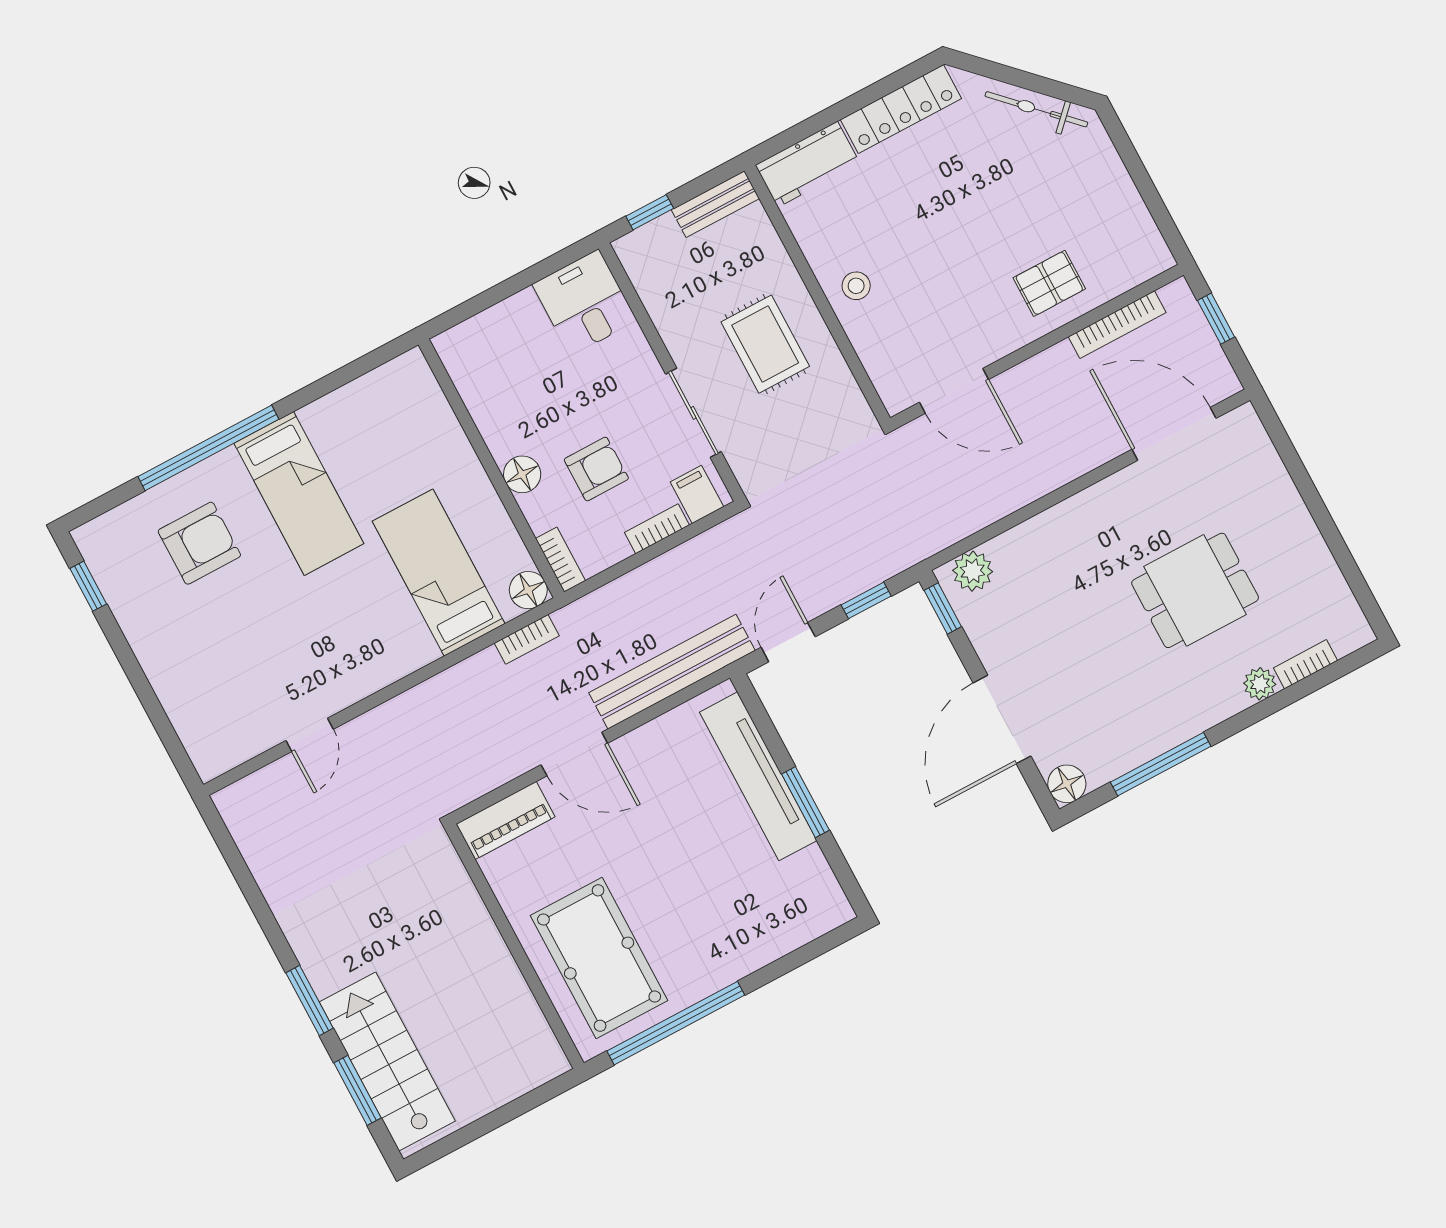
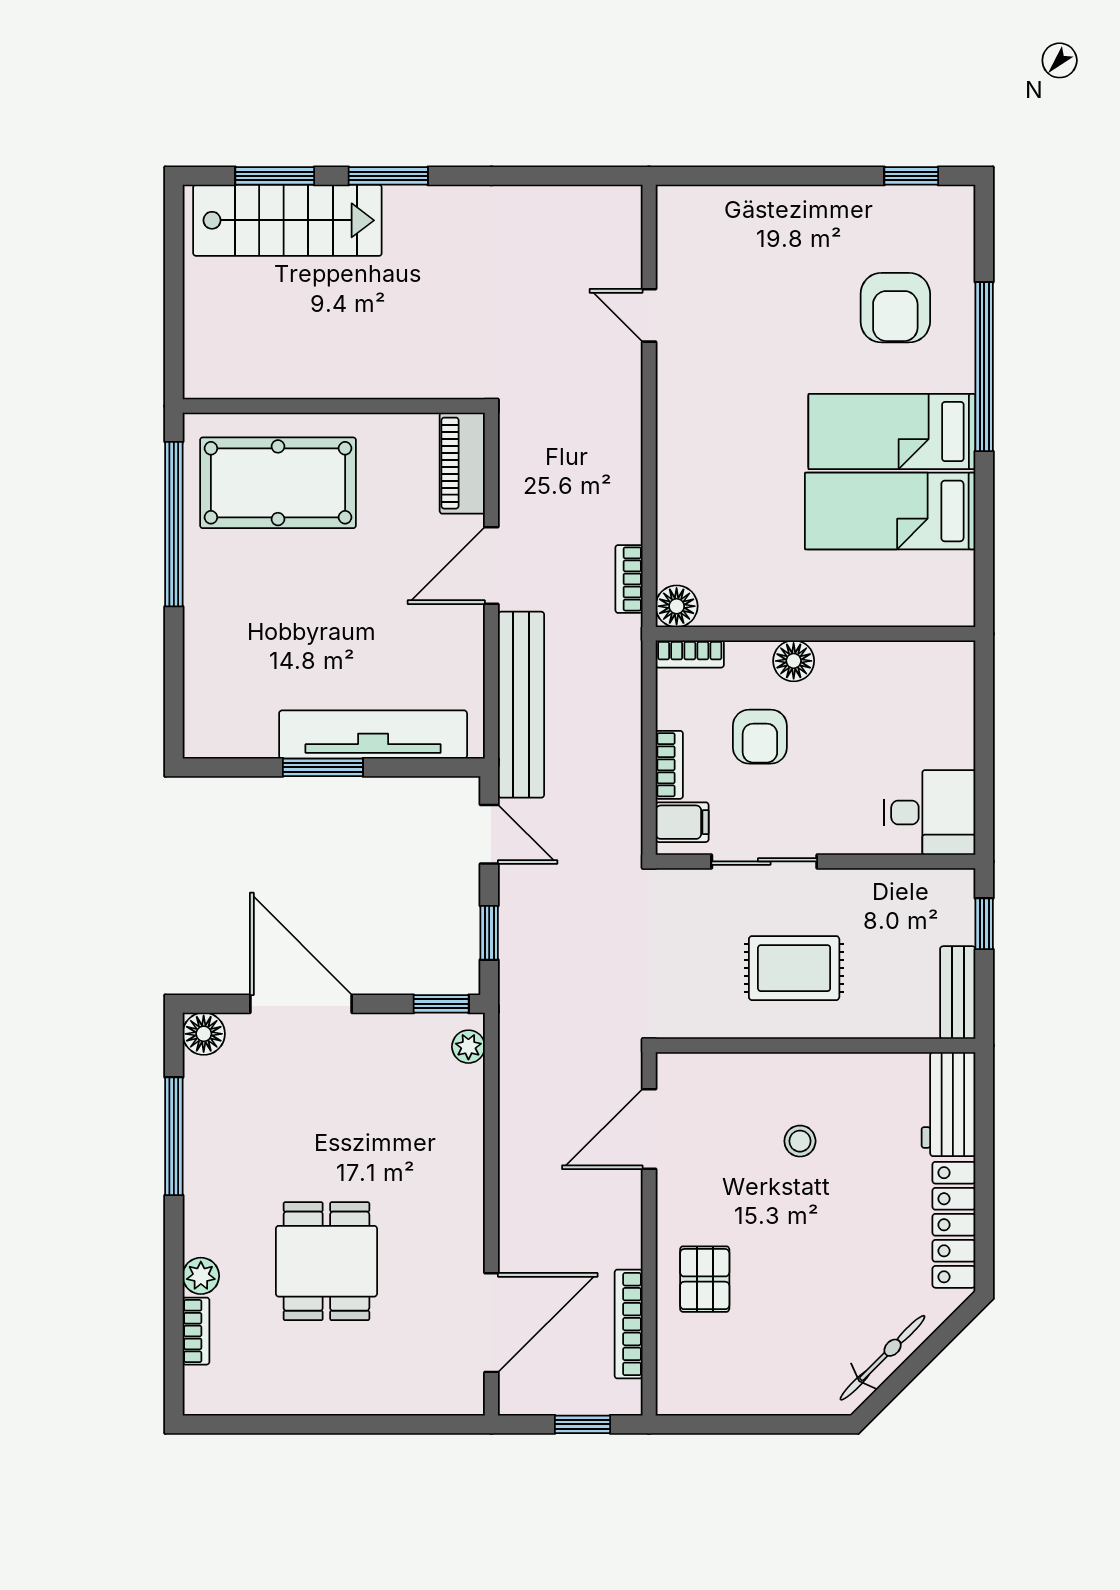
stool: (856, 286) -> (800, 1141), moved
plant: (973, 571) -> (468, 1047), width x0.73, depth x0.73
bed: (439, 573) -> (890, 511), moved, turned 180

